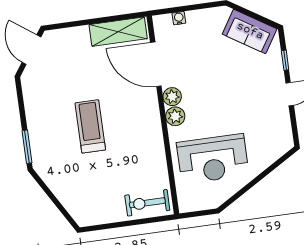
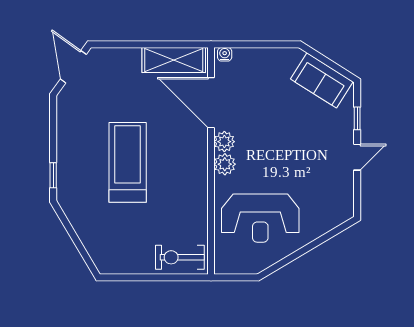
water cooler: (179, 18) -> (225, 54), moved
treadmill: (90, 126) -> (128, 162), width x1.37, depth x1.38
window: (27, 147) -> (53, 175), width x0.67

